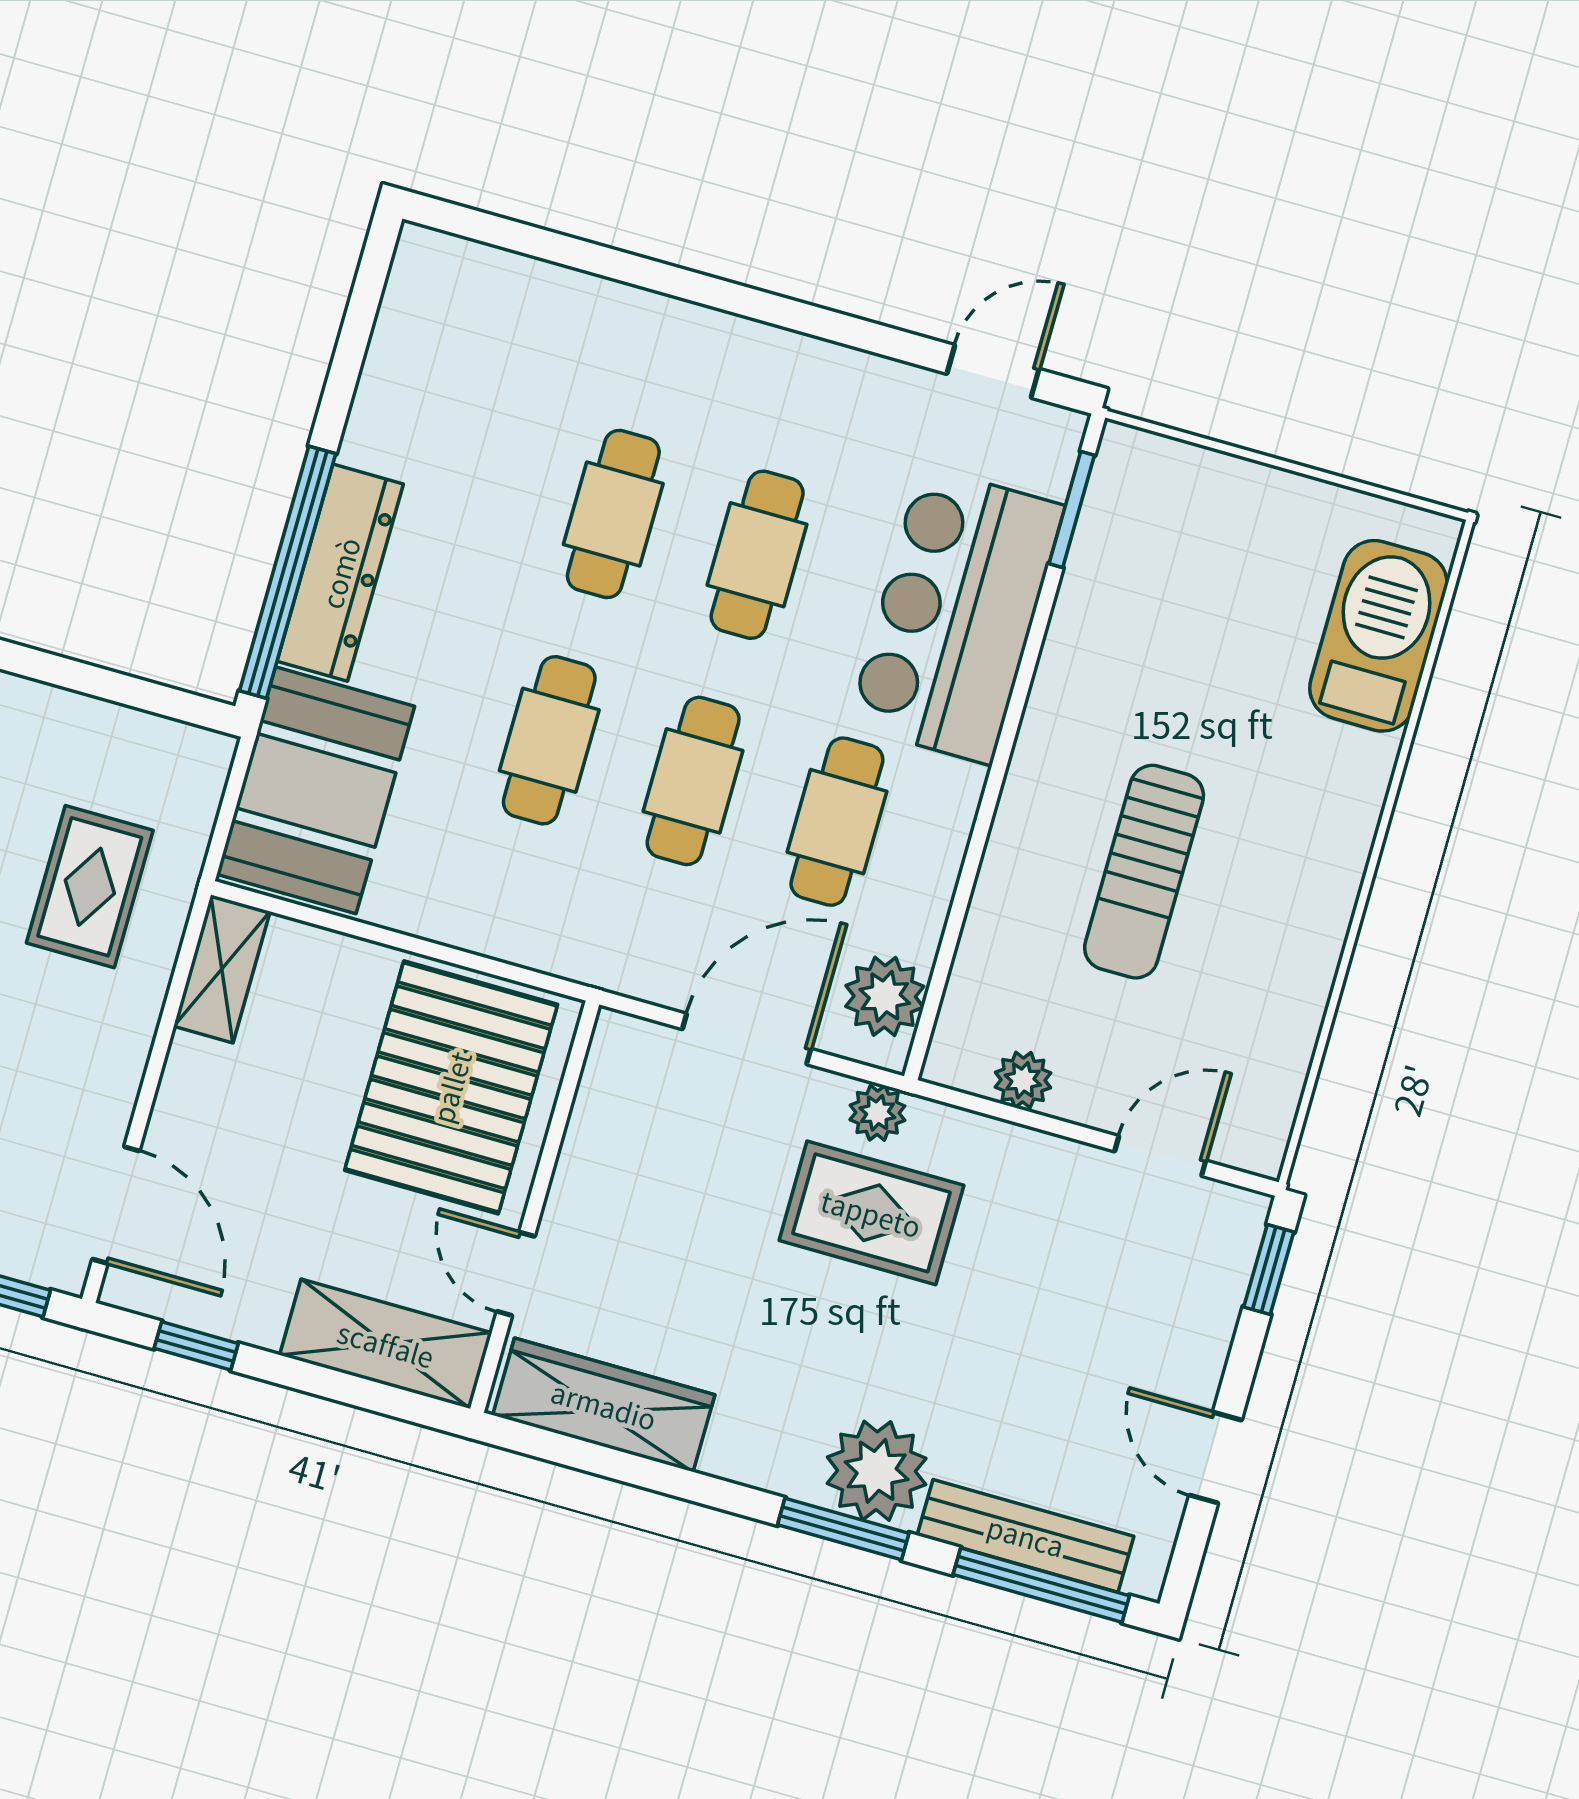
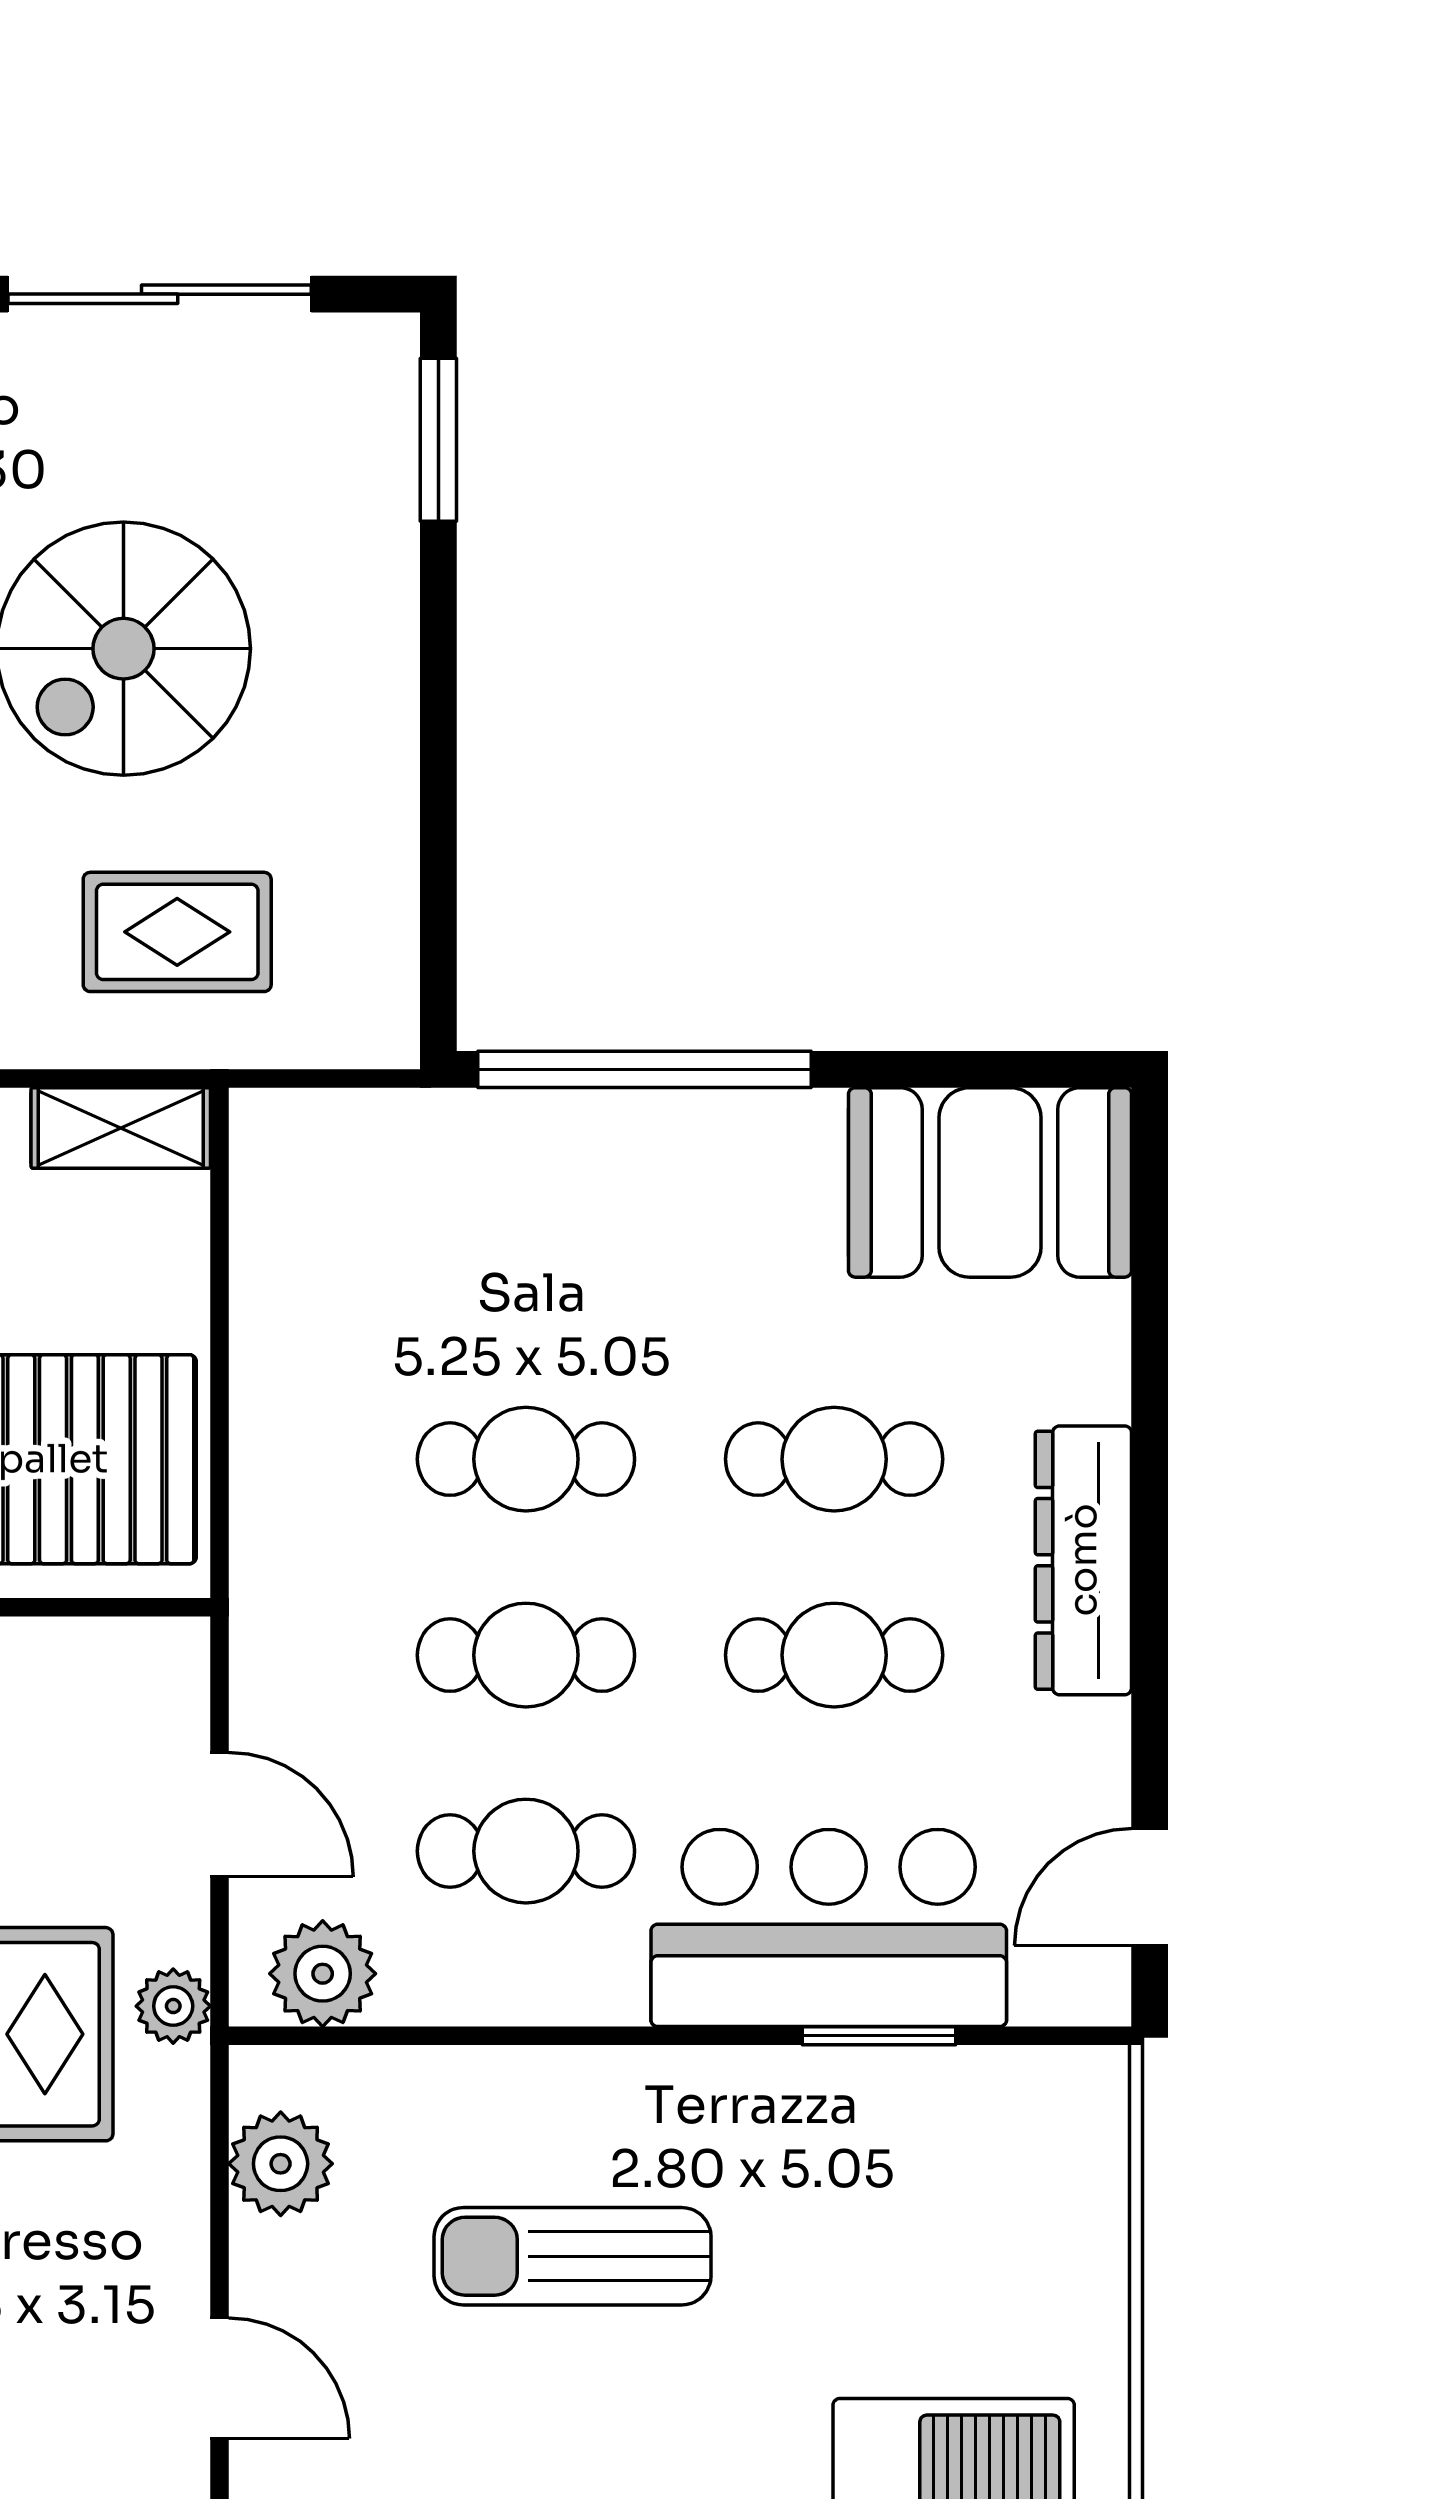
door: (993, 371) -> (1150, 1887), swing flipped
window: (1072, 509) -> (879, 2036), moved
dresser: (340, 573) -> (1083, 1560), moved, turned 90
booth: (316, 790) -> (990, 1182), moved
door: (747, 1039) -> (220, 1815), width x0.73
plant: (1023, 1080) -> (281, 2164), width x1.38, depth x1.38

